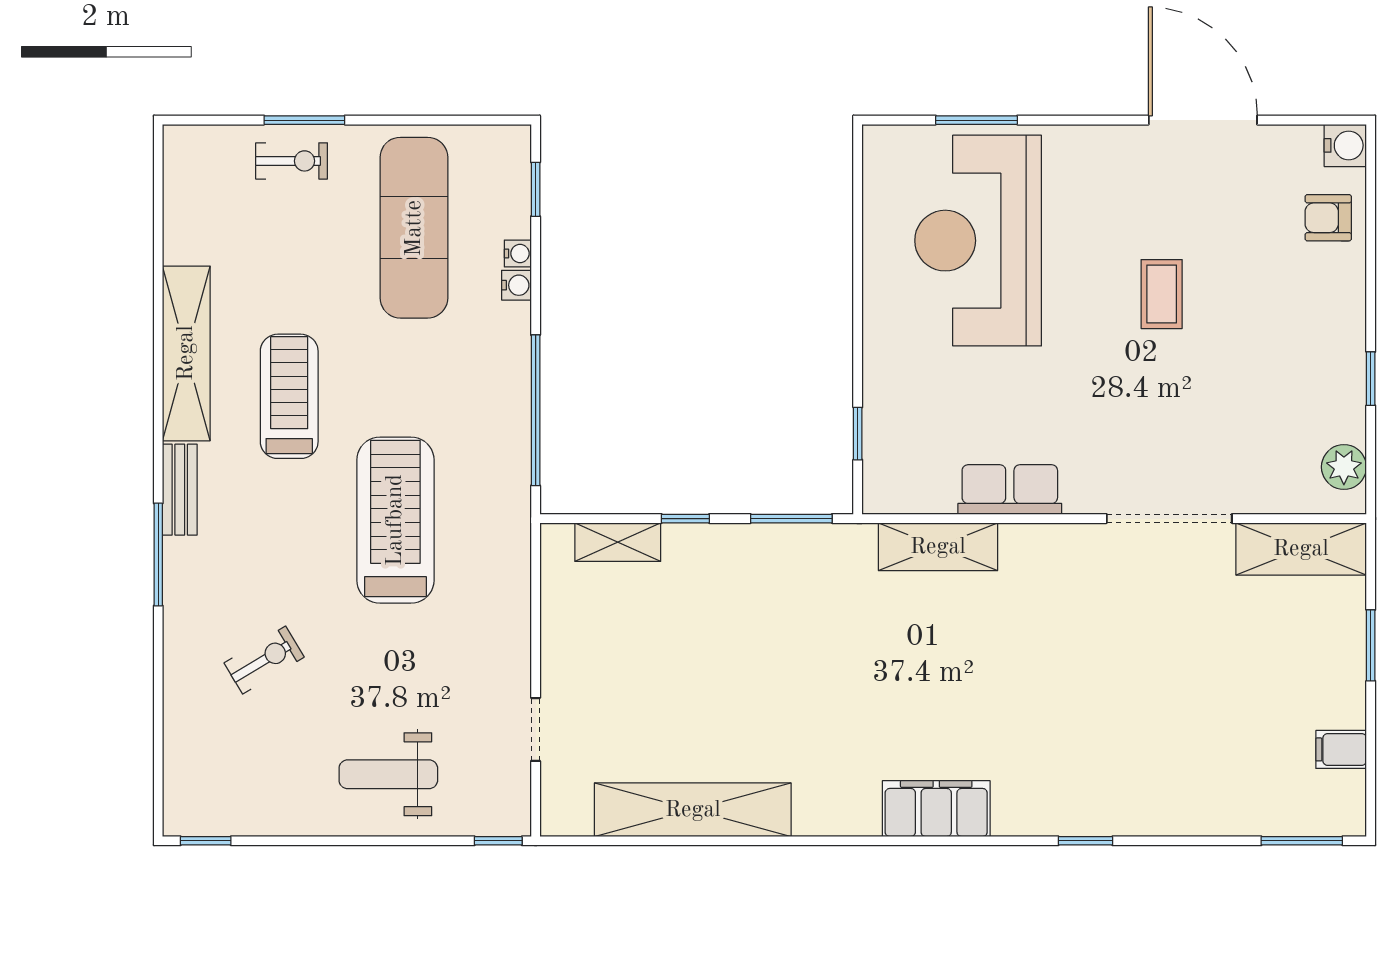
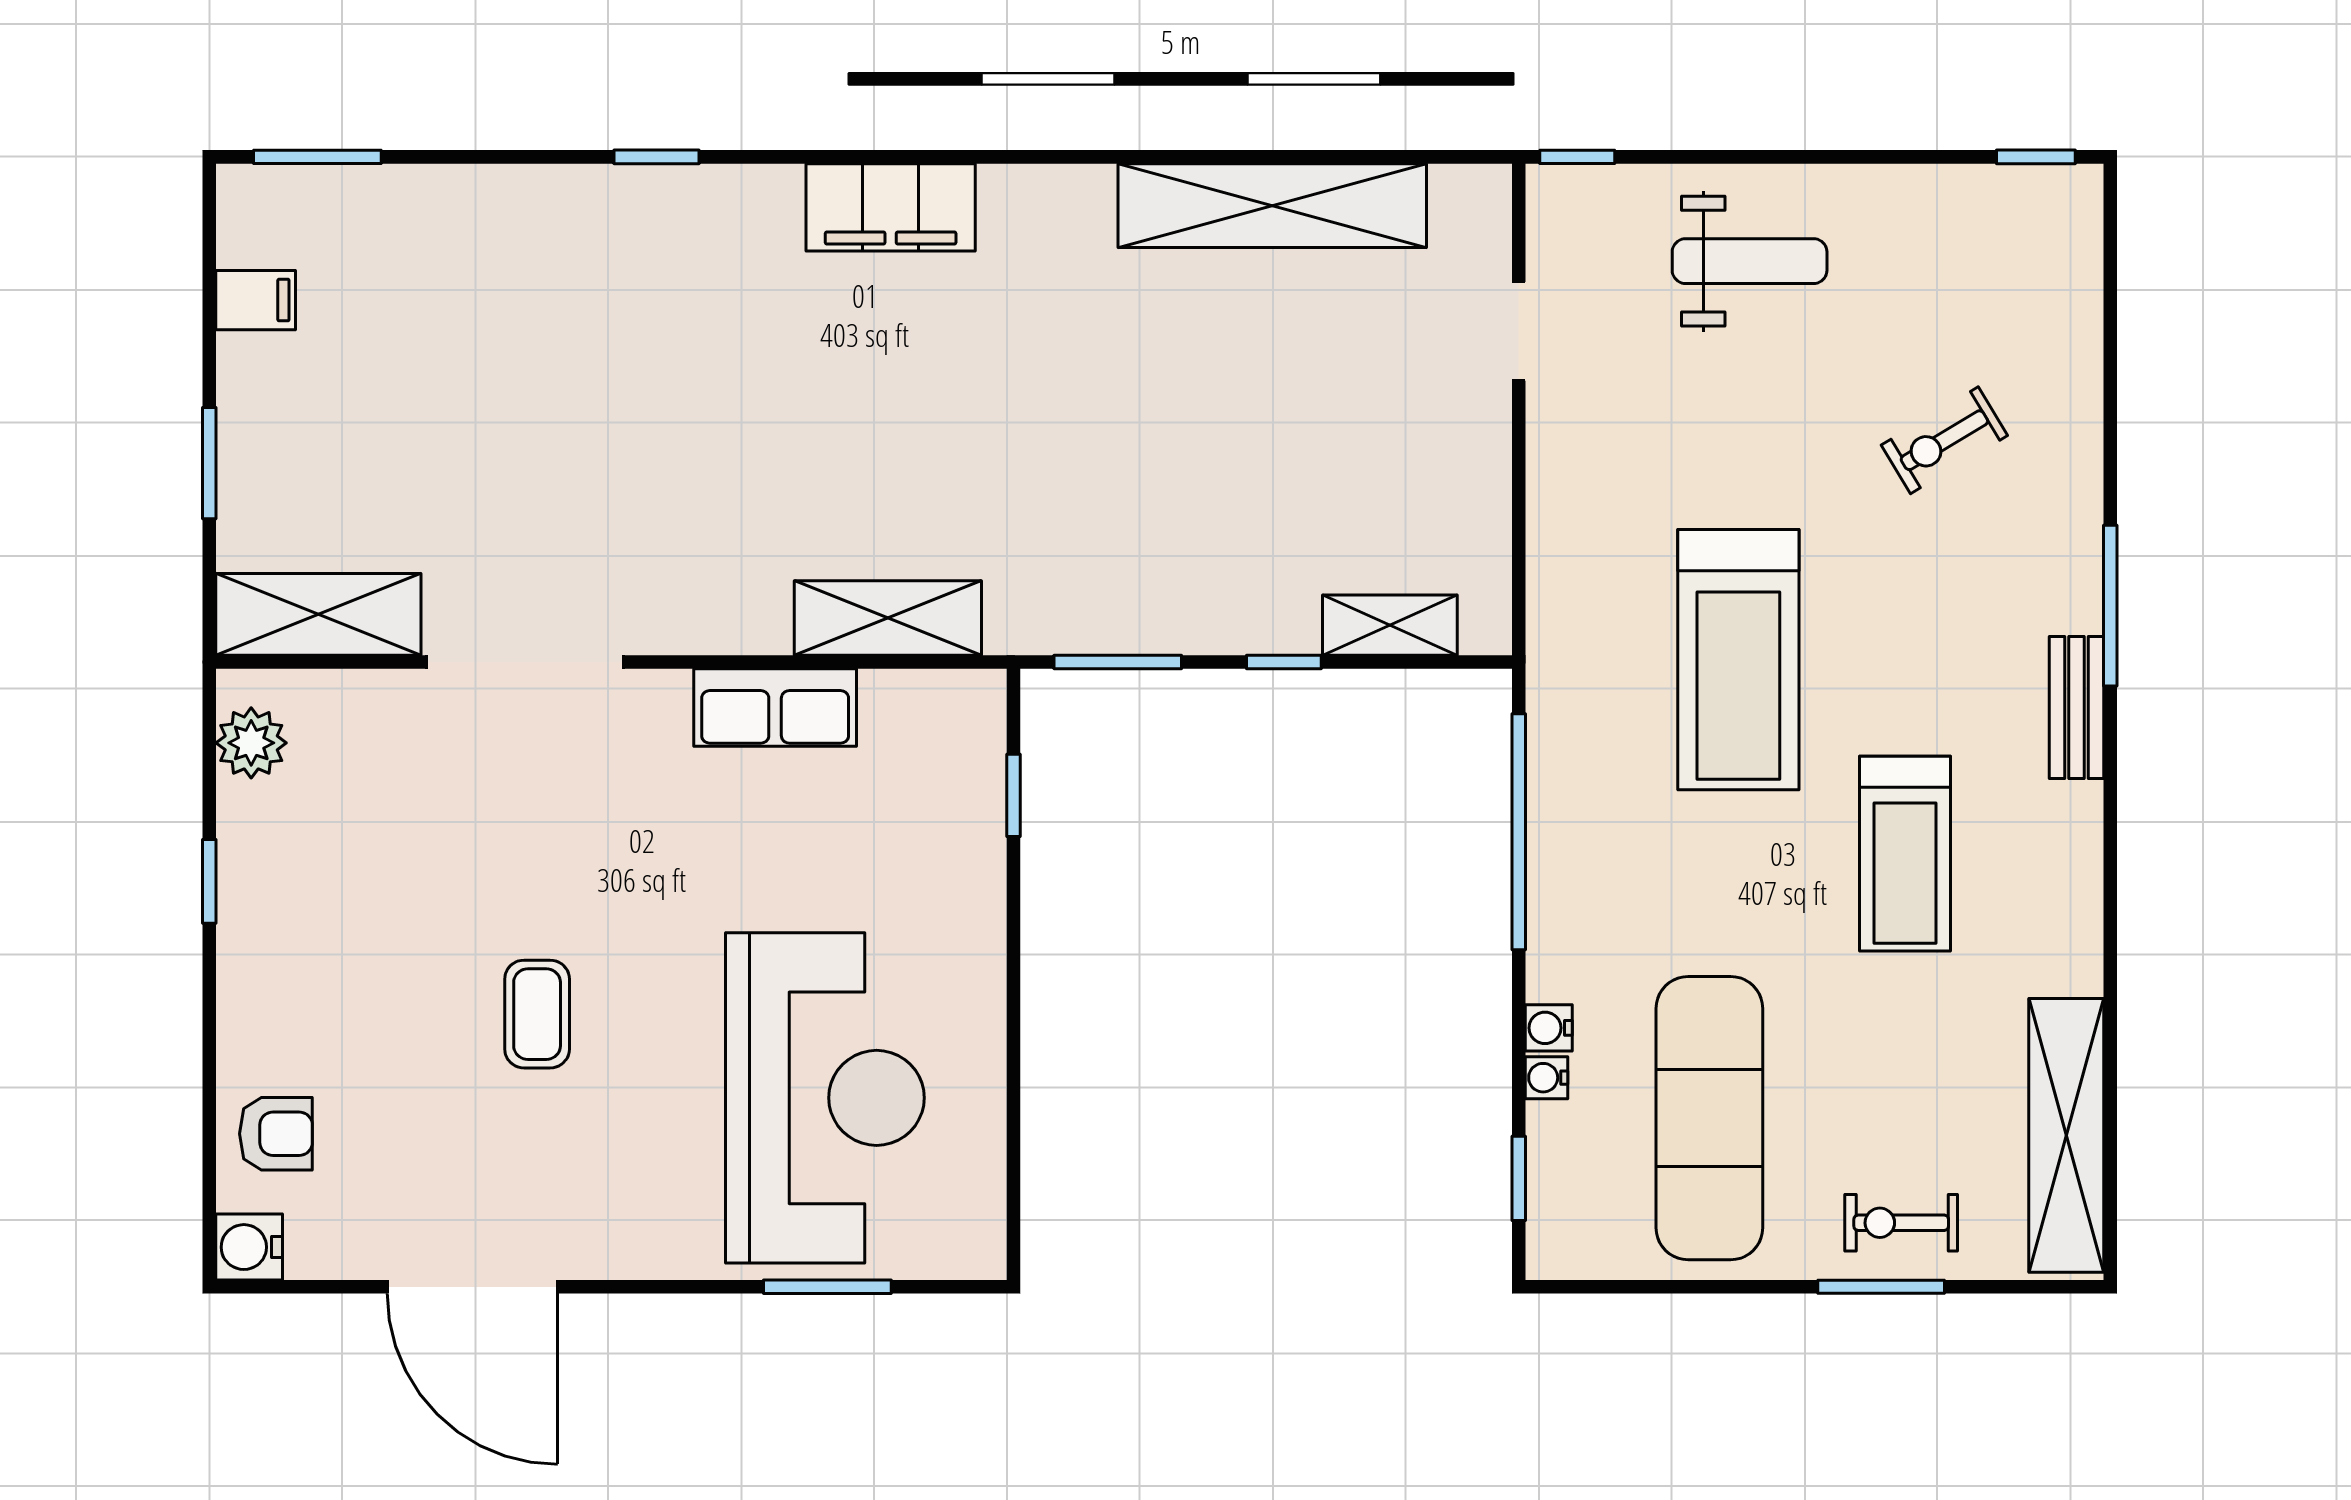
shelving: (186, 353) -> (2066, 1135), moved

